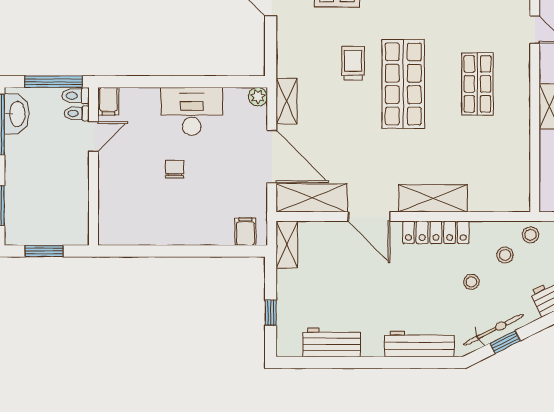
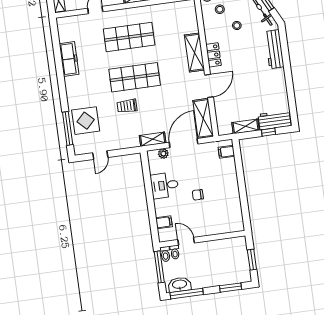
shop shelf: (477, 84) -> (129, 37), width x1.43, depth x1.36
plant: (258, 97) -> (163, 154), moved
filing cabinet: (108, 101) -> (164, 222), moved
desk: (192, 111) -> (165, 185), width x0.73
locker: (436, 232) -> (213, 55), width x0.66
shelving: (287, 245) -> (246, 126), moved
workbench: (332, 342) -> (274, 120), moved, turned 90

